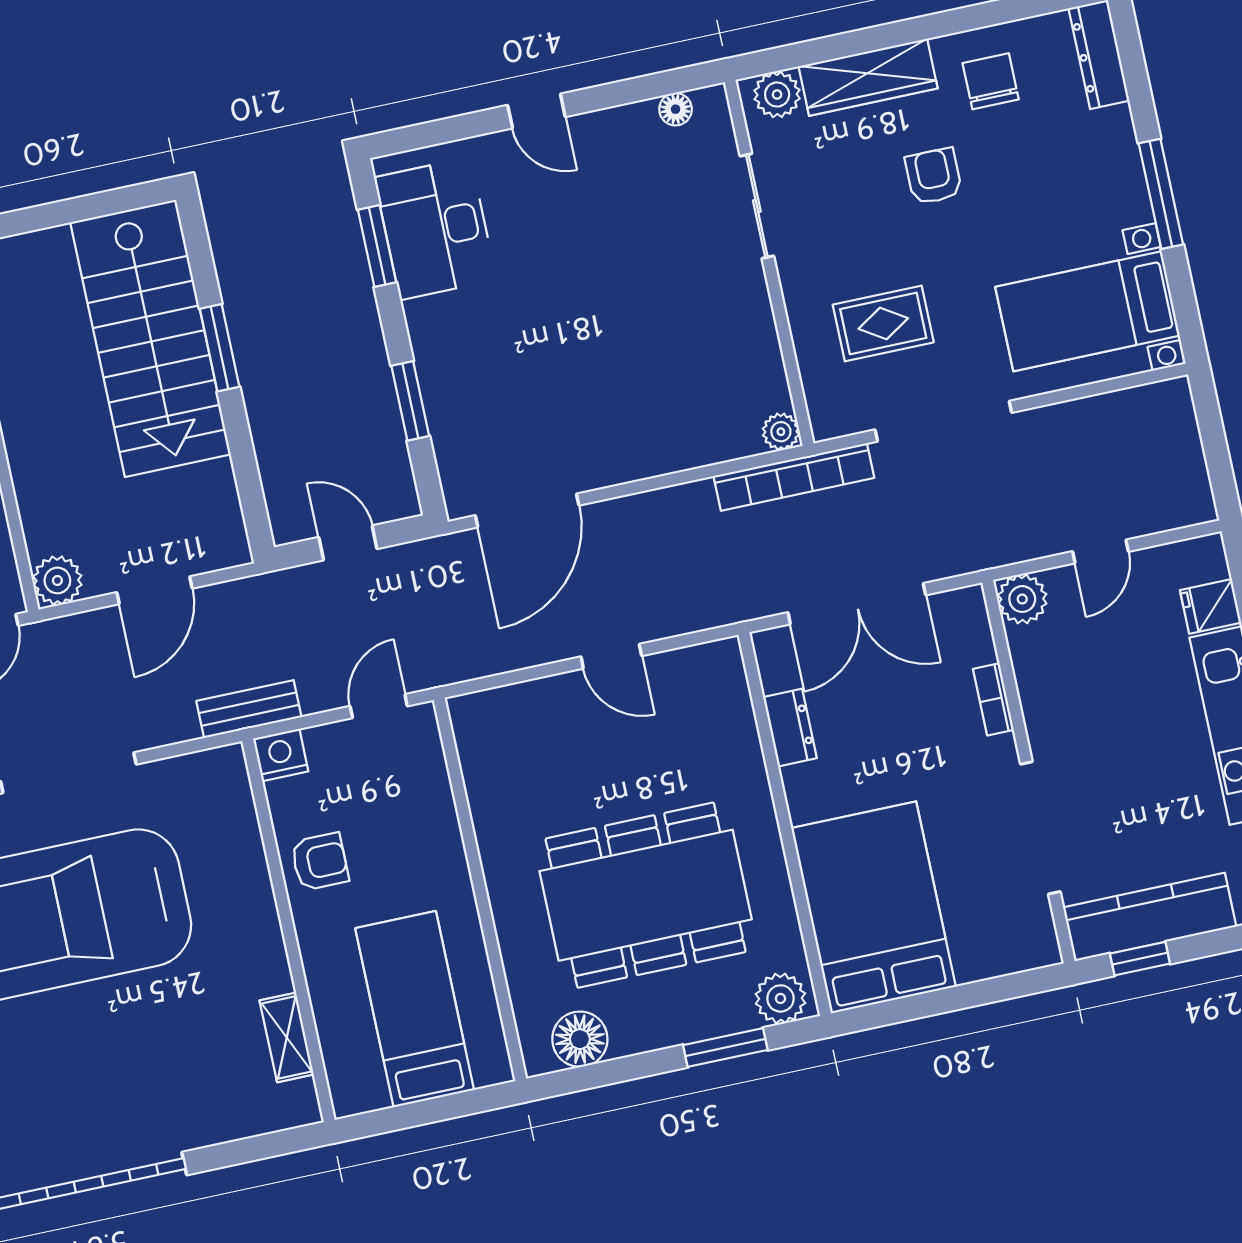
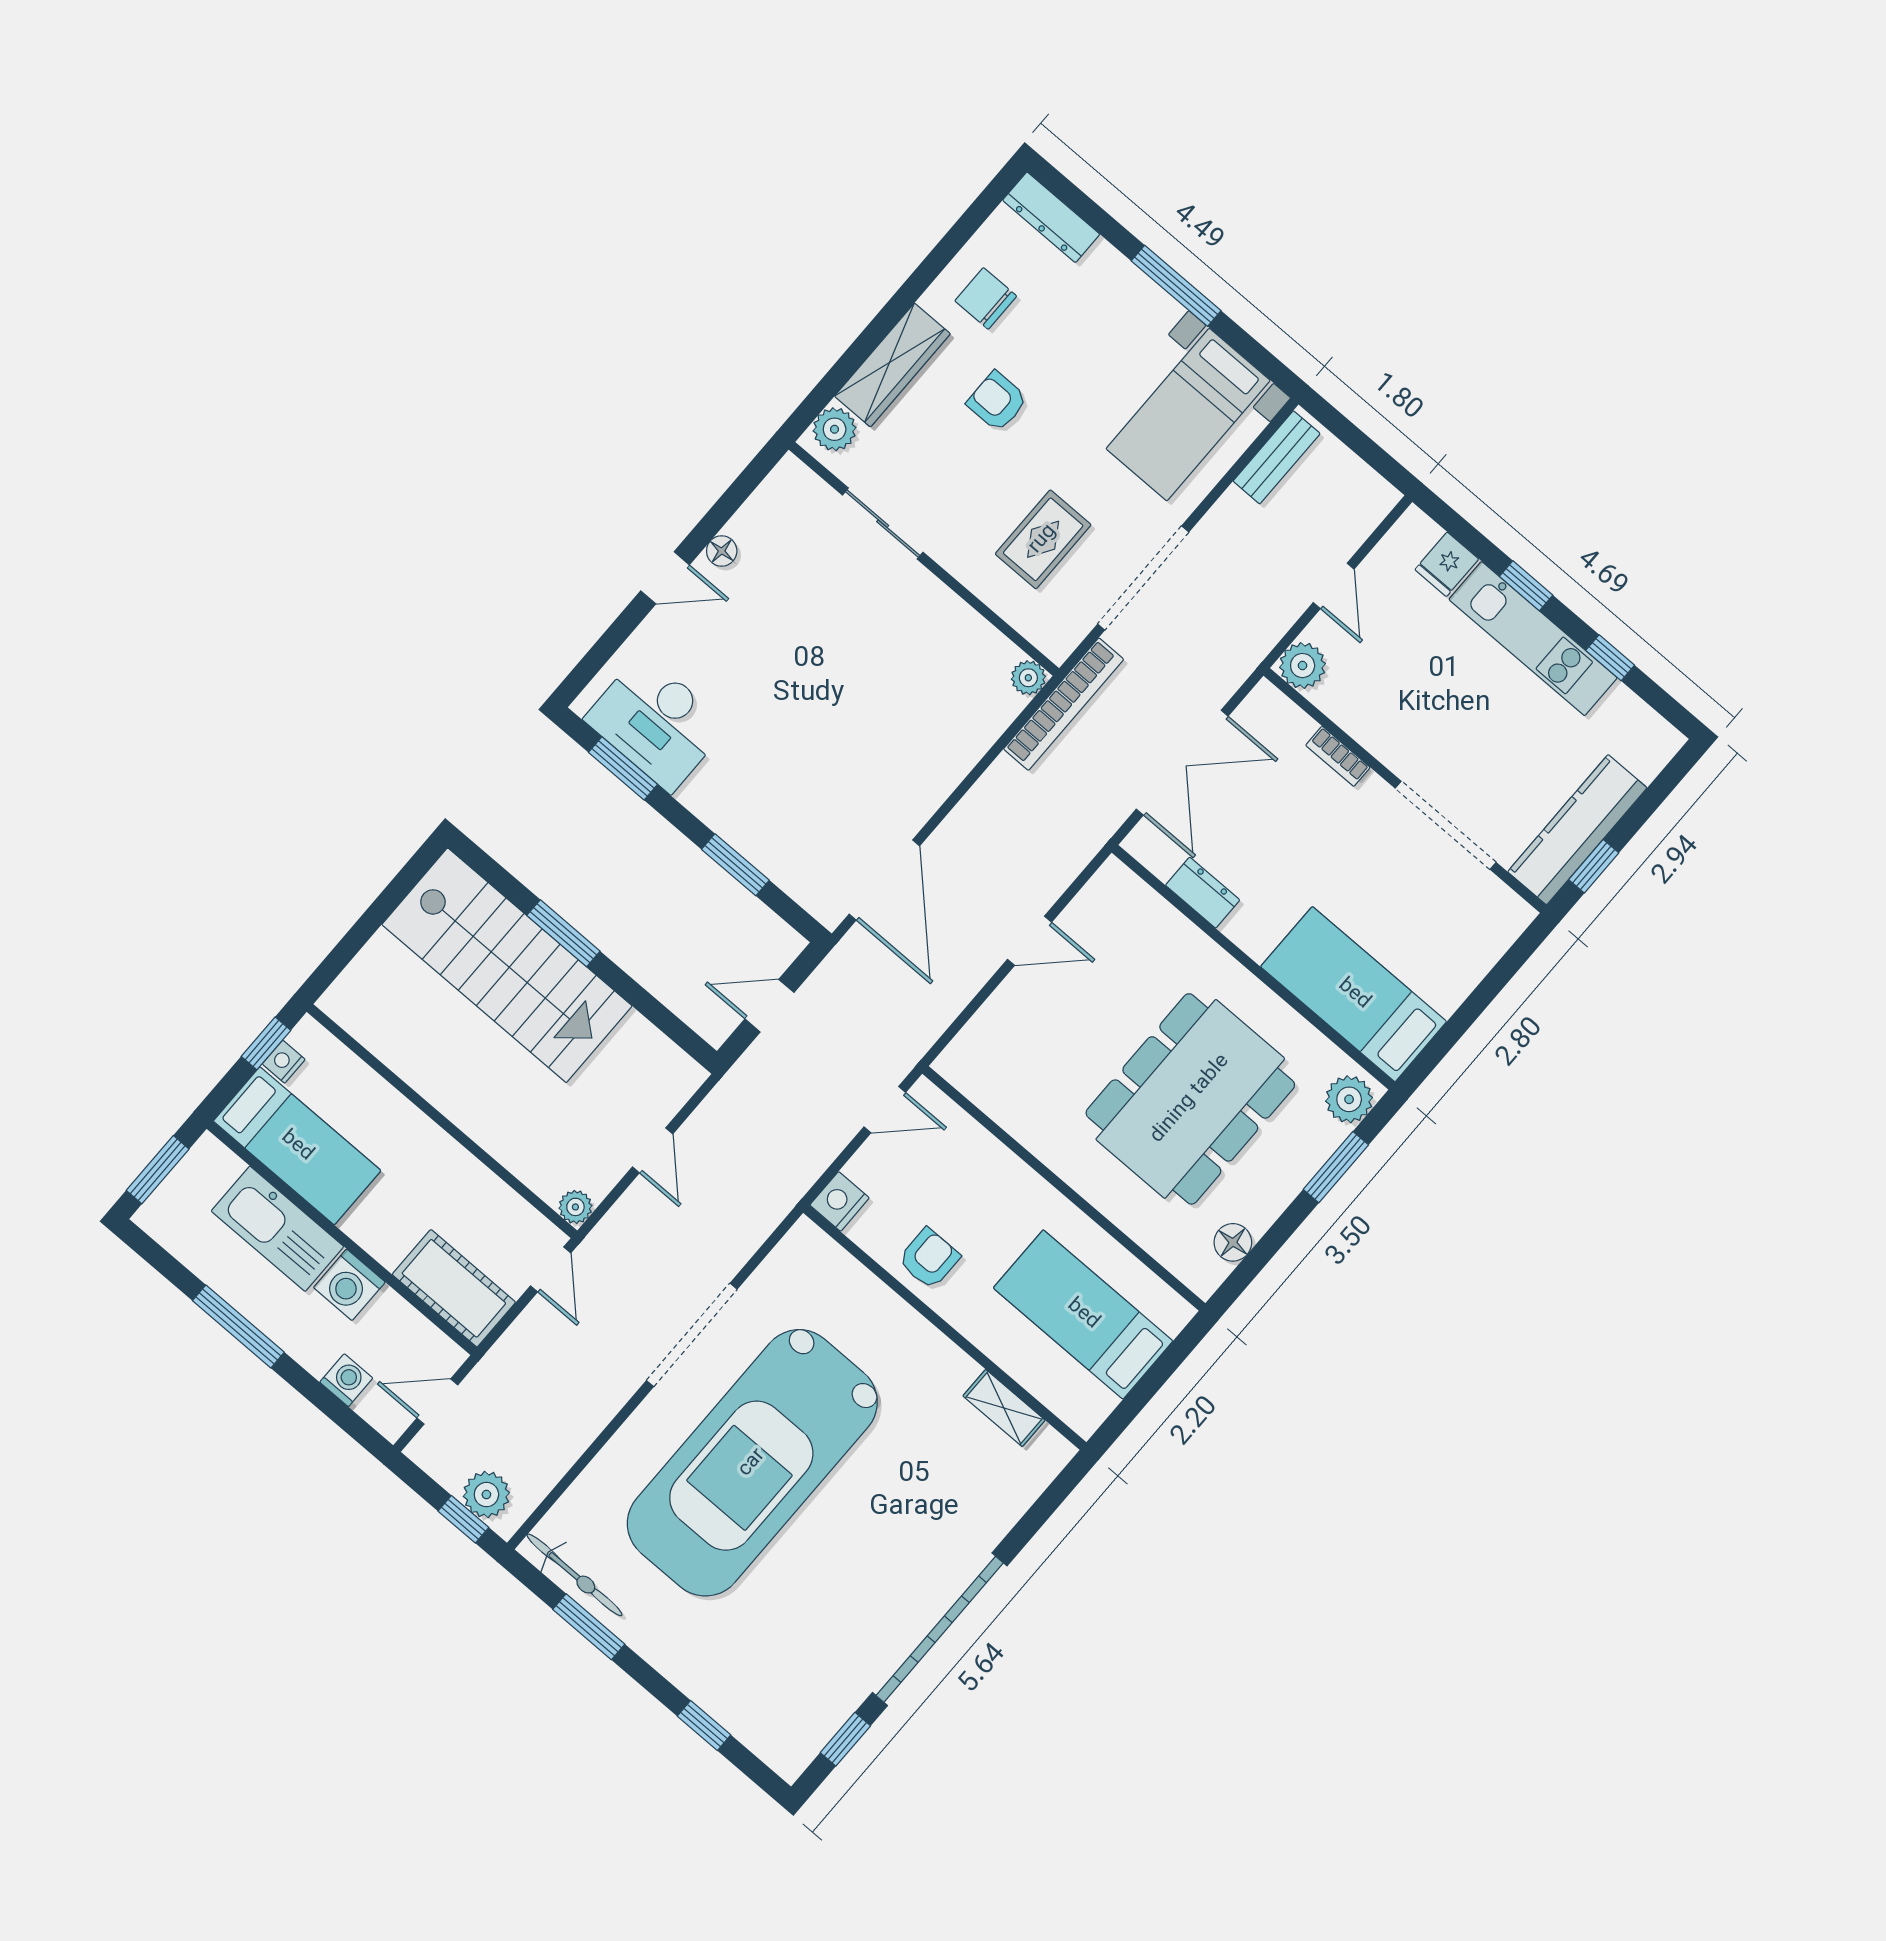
floor lamp: (676, 109) -> (722, 551), moved
plant: (57, 580) -> (575, 1207), width x0.73, depth x0.73
door: (154, 590) -> (653, 1150), width x0.73
door: (379, 706) -> (885, 1110), swing flipped
bench: (249, 709) -> (1277, 457), moved
bed: (873, 907) -> (1354, 994), width x0.67
floor lamp: (580, 1039) -> (1233, 1242), width x0.73, depth x0.73

